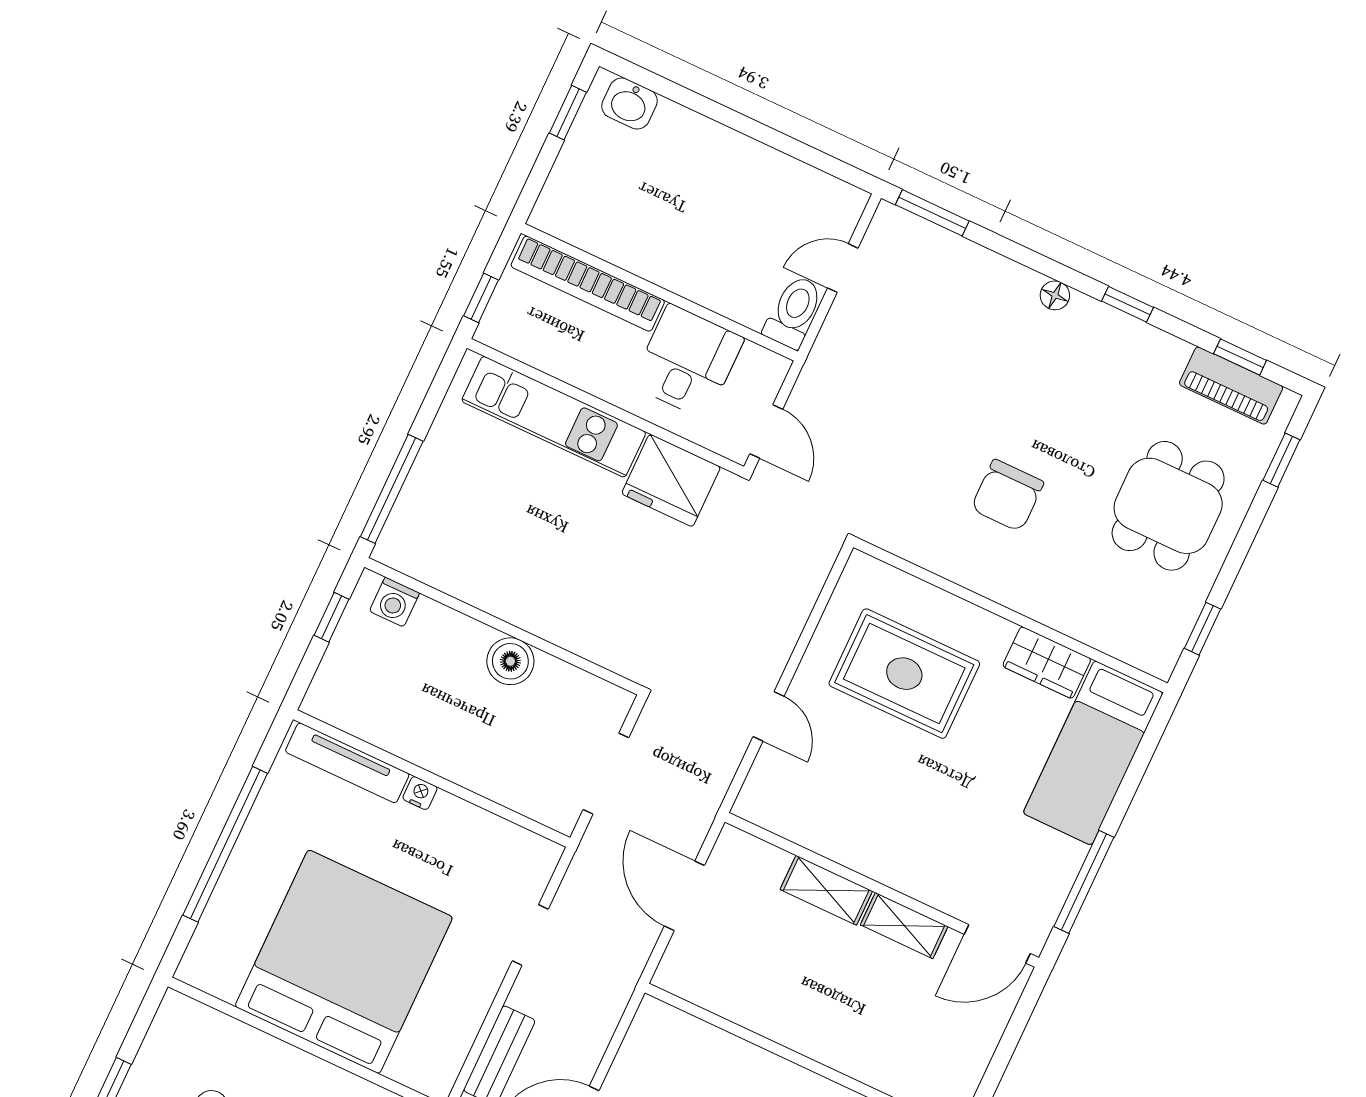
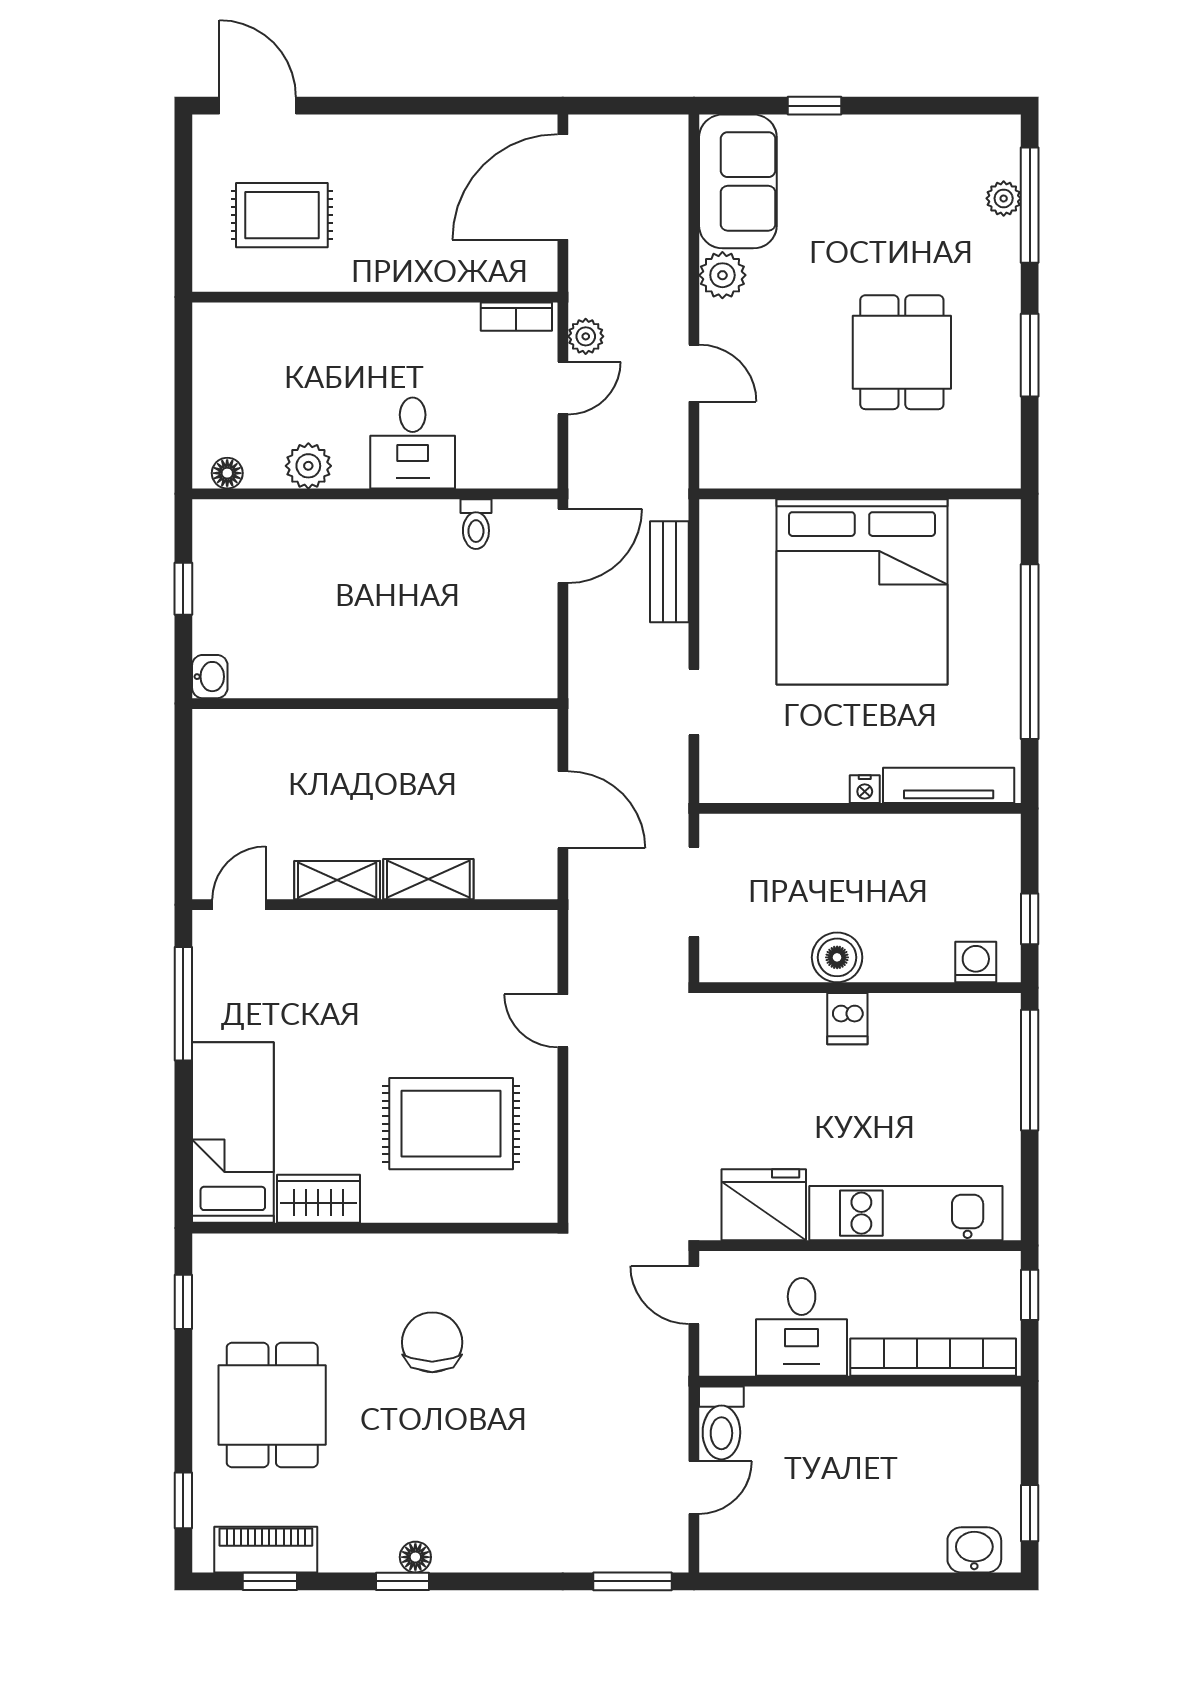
floor lamp: (1055, 295) -> (415, 1557), moved
dishwasher: (526, 605) -> (847, 1019), added
door: (997, 944) -> (239, 905), width x0.73

